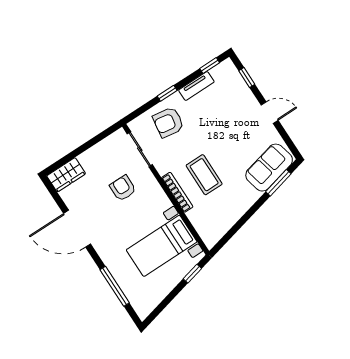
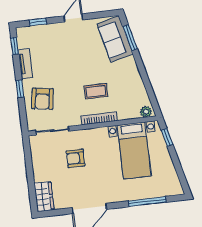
coffee table: (204, 175) -> (96, 91), width x0.73, depth x0.77
plant: (209, 238) -> (146, 112), added

